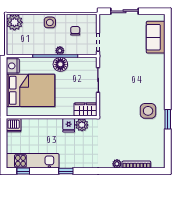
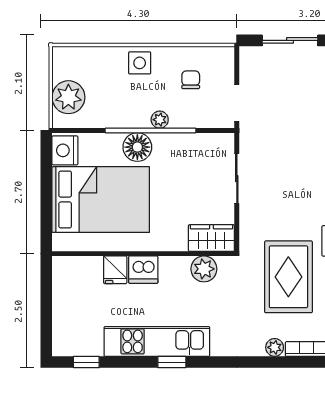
plant: (14, 22) -> (68, 97), moved
floor lamp: (60, 64) -> (137, 147), moved
dishwasher: (14, 125) -> (143, 270), moved
fridge: (69, 125) -> (115, 270), moved
rug: (124, 129) -> (288, 277), added
kitchen unit: (33, 161) -> (157, 341), moved

